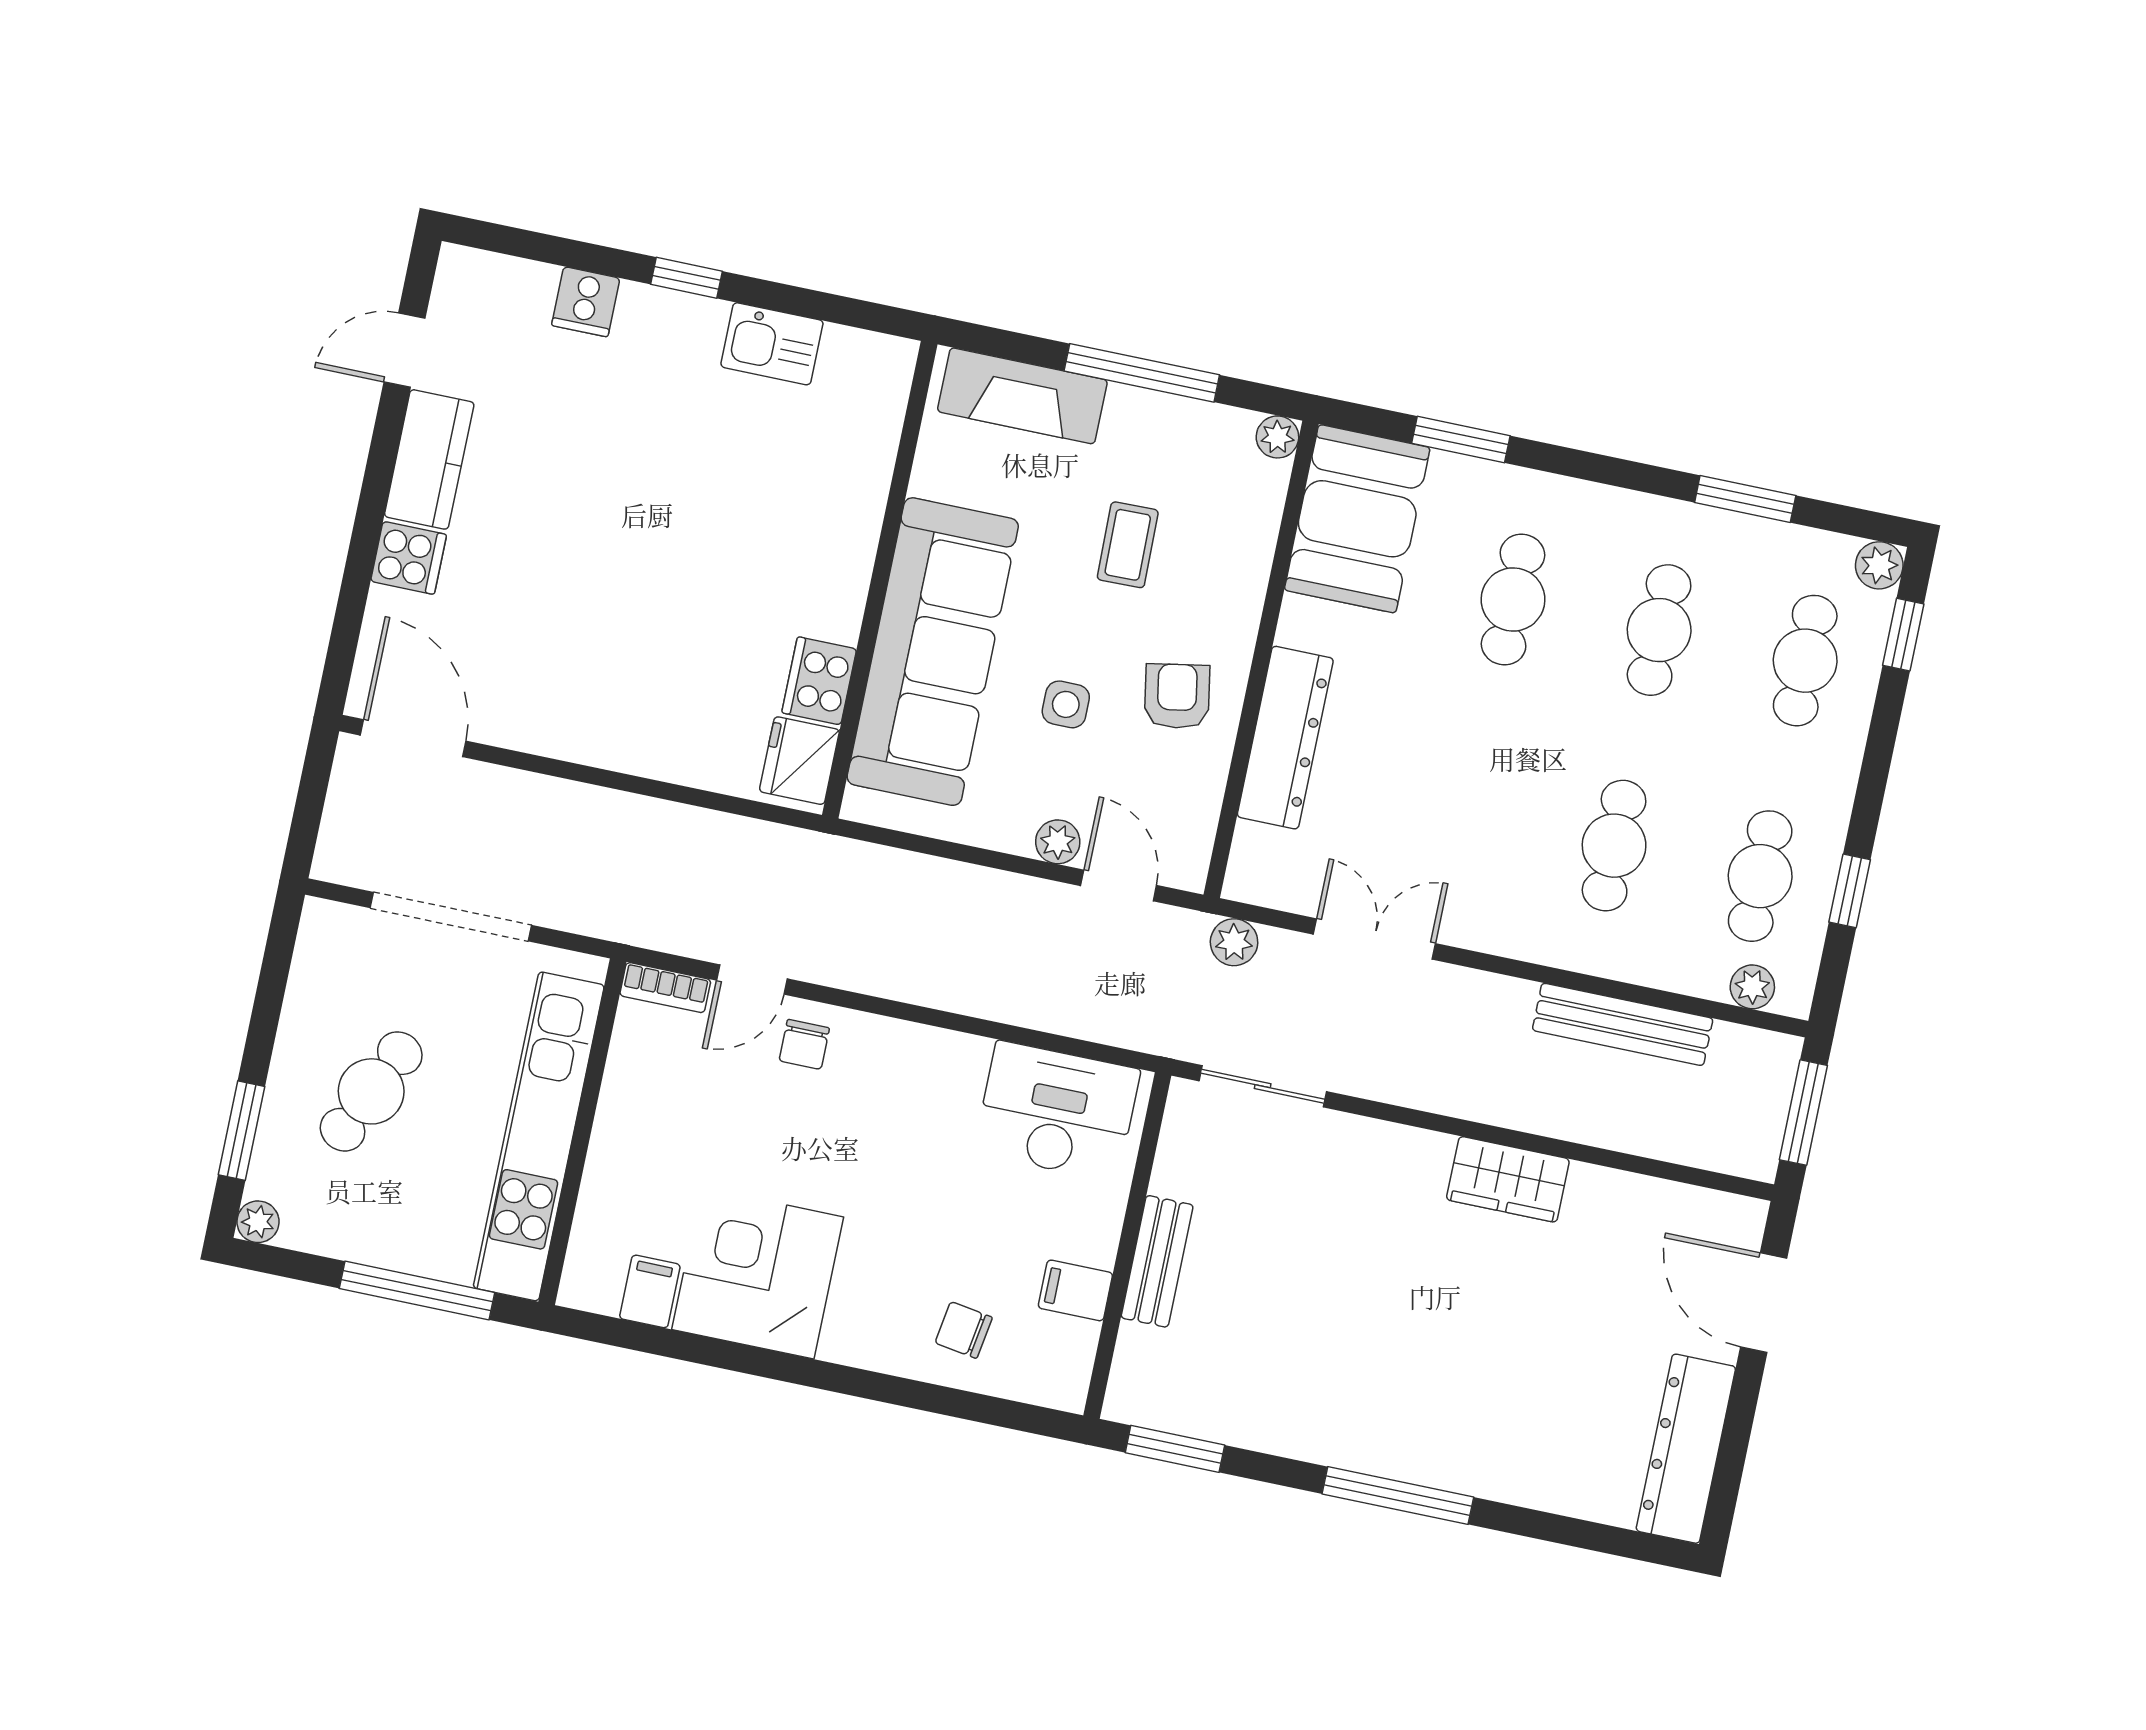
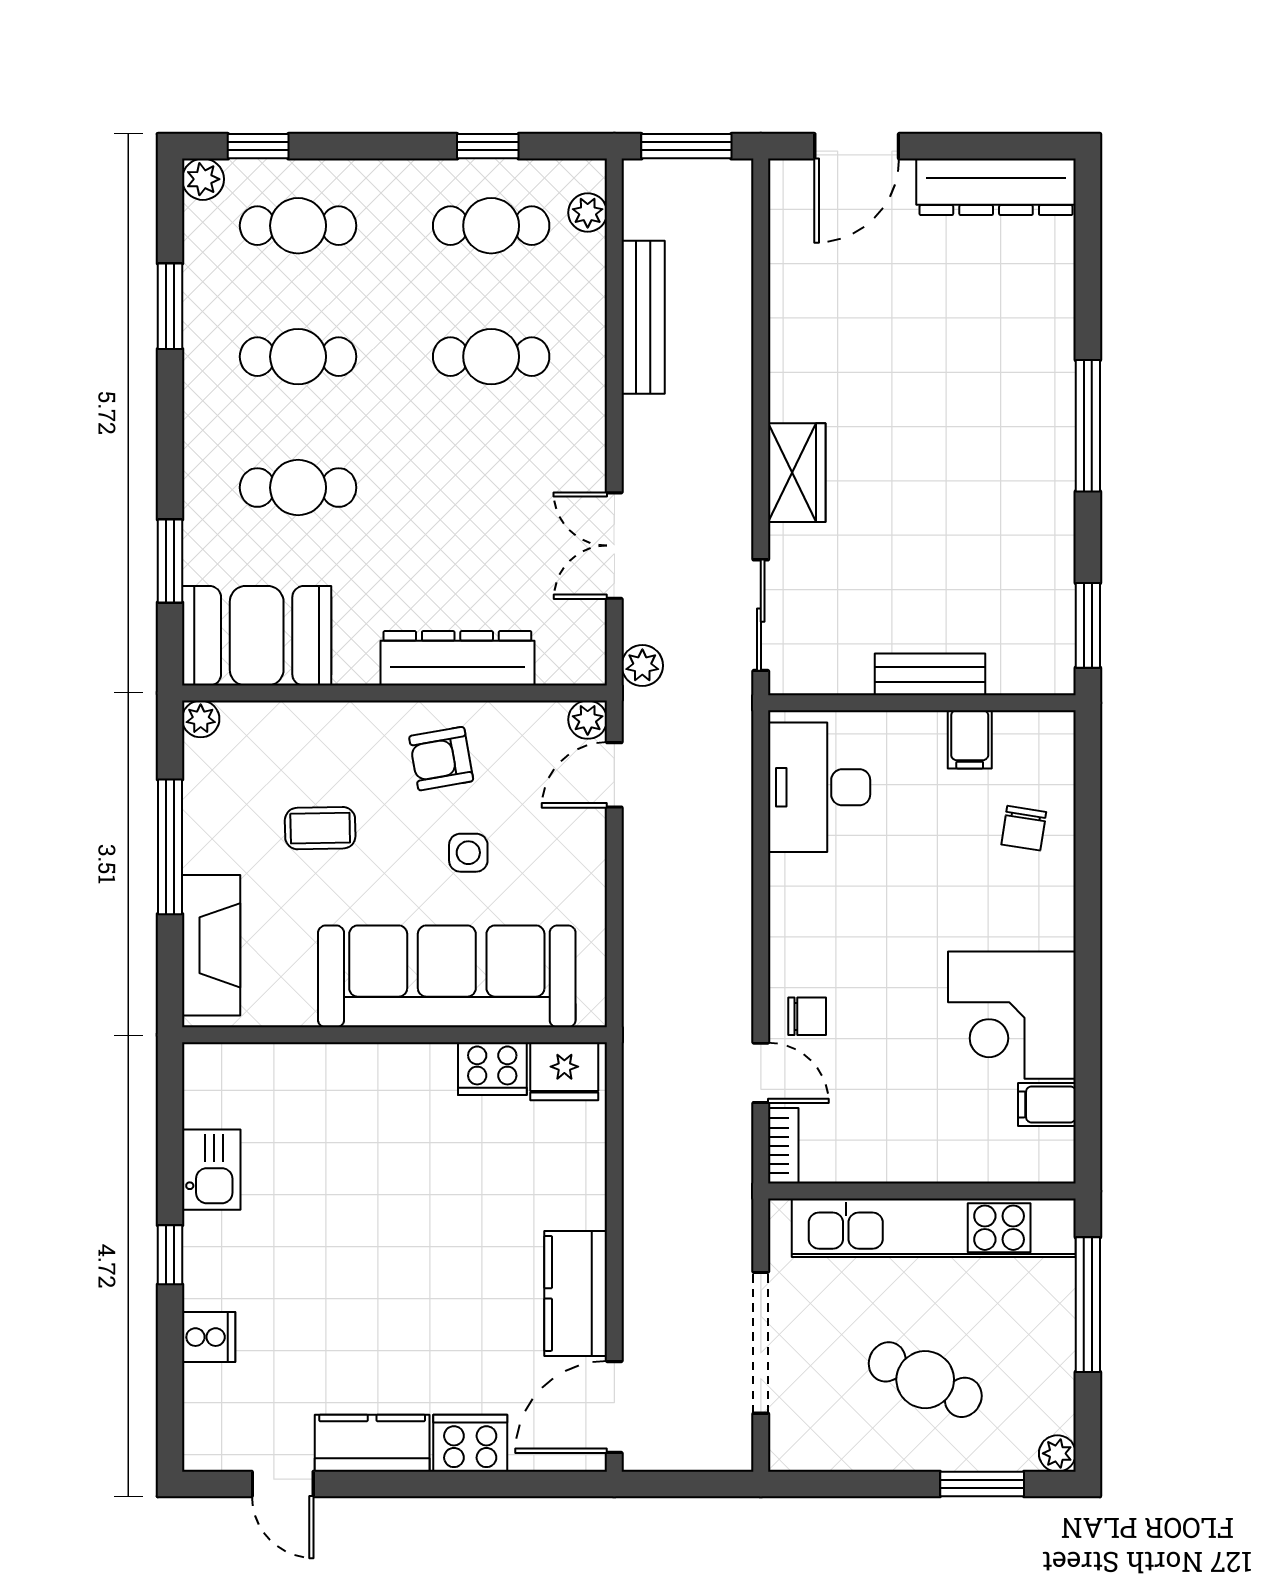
cooker: (409, 558) -> (470, 1443), width x1.36
kitchen counter: (549, 721) -> (576, 1293), added
plant: (1058, 842) -> (588, 720), moved
wardrobe: (1508, 1179) -> (797, 473), moved

